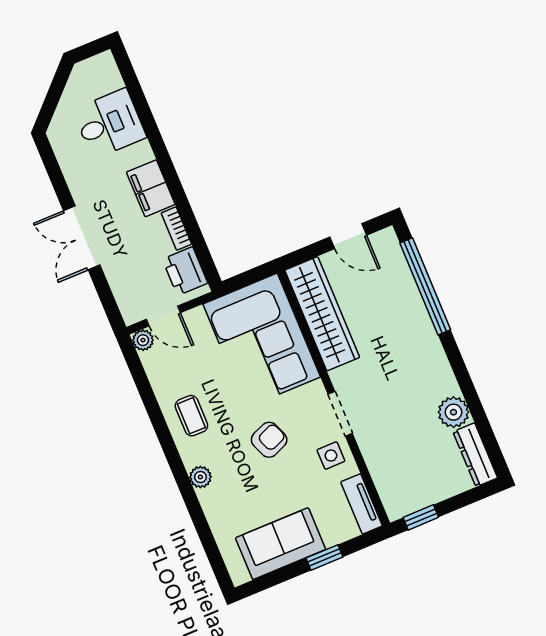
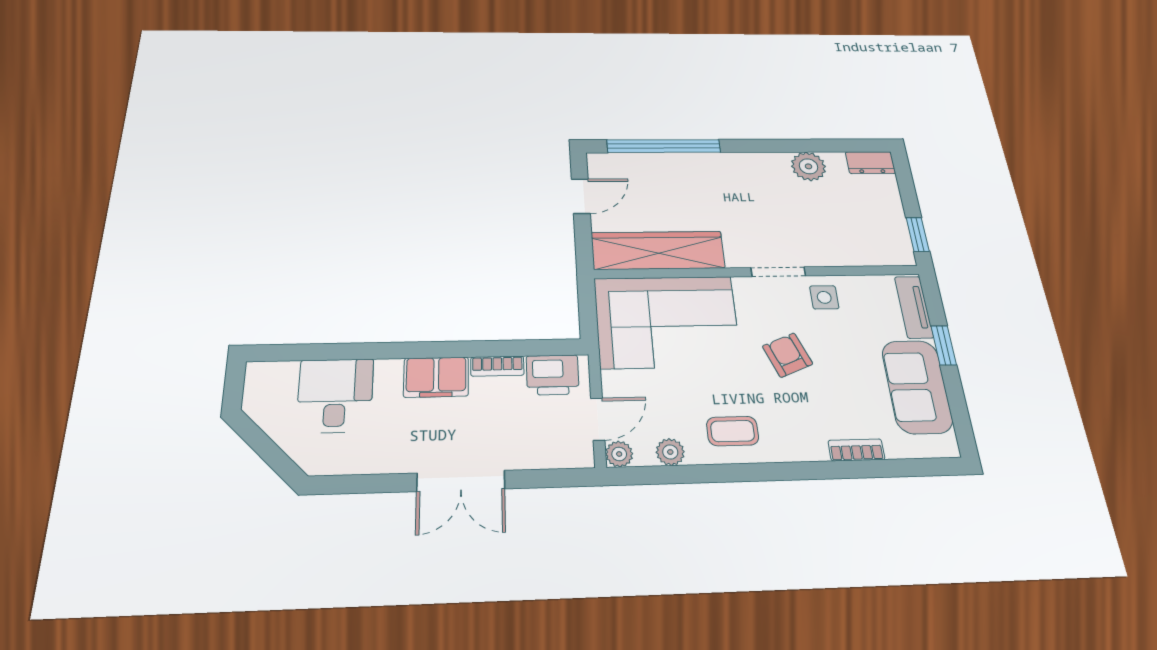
dresser: (475, 455) -> (870, 163), width x0.70
plant: (200, 477) -> (670, 452), moved
tv unit: (362, 504) -> (914, 307), moved, turned 90
bookcase: (211, 509) -> (856, 450), added

